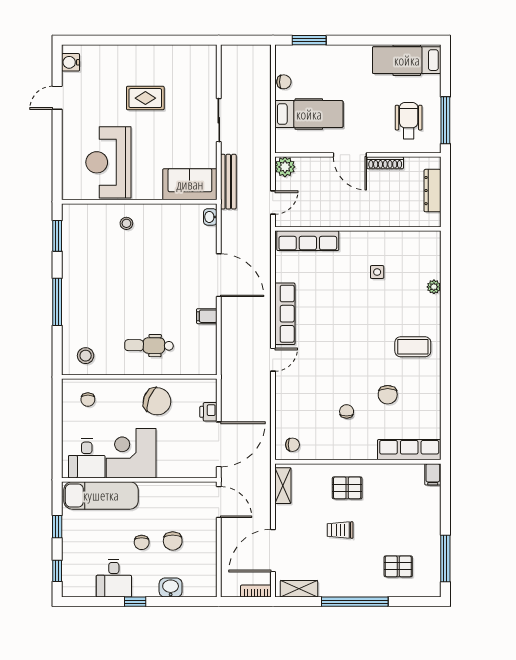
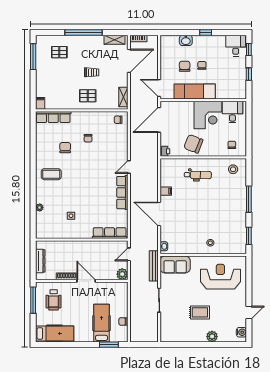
plant: (123, 55) -> (212, 336), added
hospital bed: (309, 114) -> (101, 323), moved, turned 90
reception desk: (108, 162) -> (220, 277), turned -90
printer: (208, 412) -> (165, 151), moved
exam couch: (101, 495) -> (195, 92), moved
desk: (114, 578) -> (236, 46), moved

